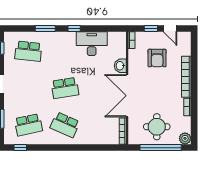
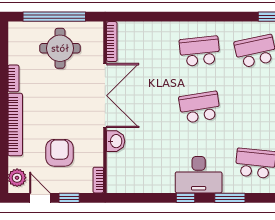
desk: (92, 44) -> (199, 175), moved
school desk: (65, 125) -> (200, 51), turned -30
plant: (185, 138) -> (17, 178), moved

